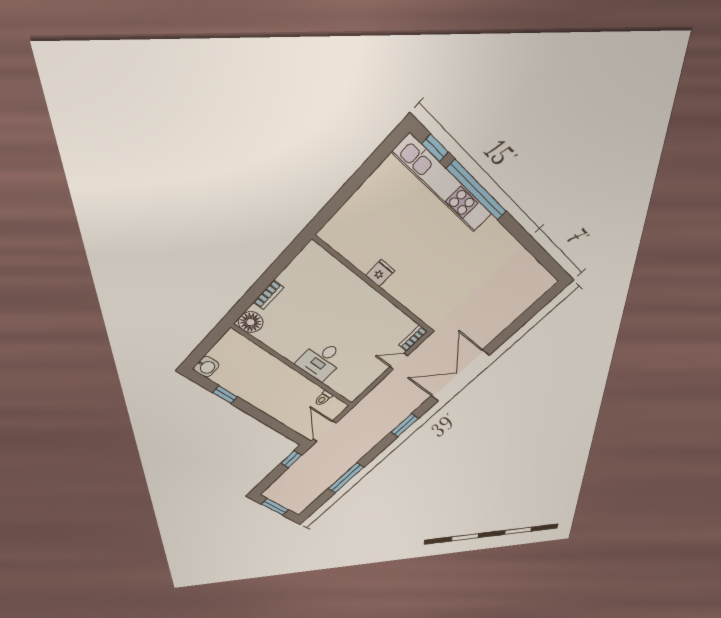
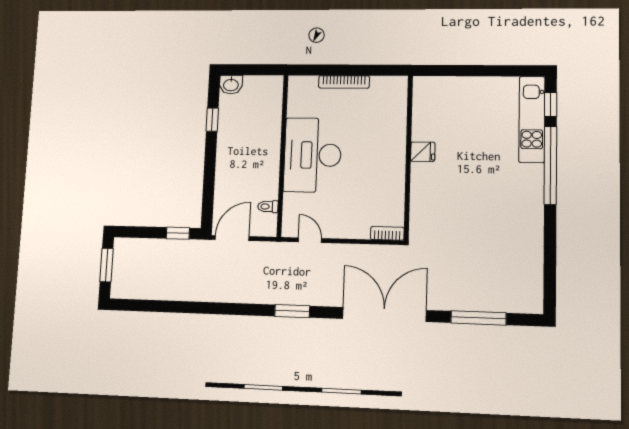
kitchen unit: (443, 184) -> (532, 119), width x0.73
bookcase: (268, 295) -> (344, 82), width x1.56
floor lamp: (251, 322) -> (300, 87), removed
desk: (321, 360) -> (313, 155), width x1.87, depth x1.30
door: (399, 361) -> (310, 240), moved
window: (346, 478) -> (478, 318), moved

